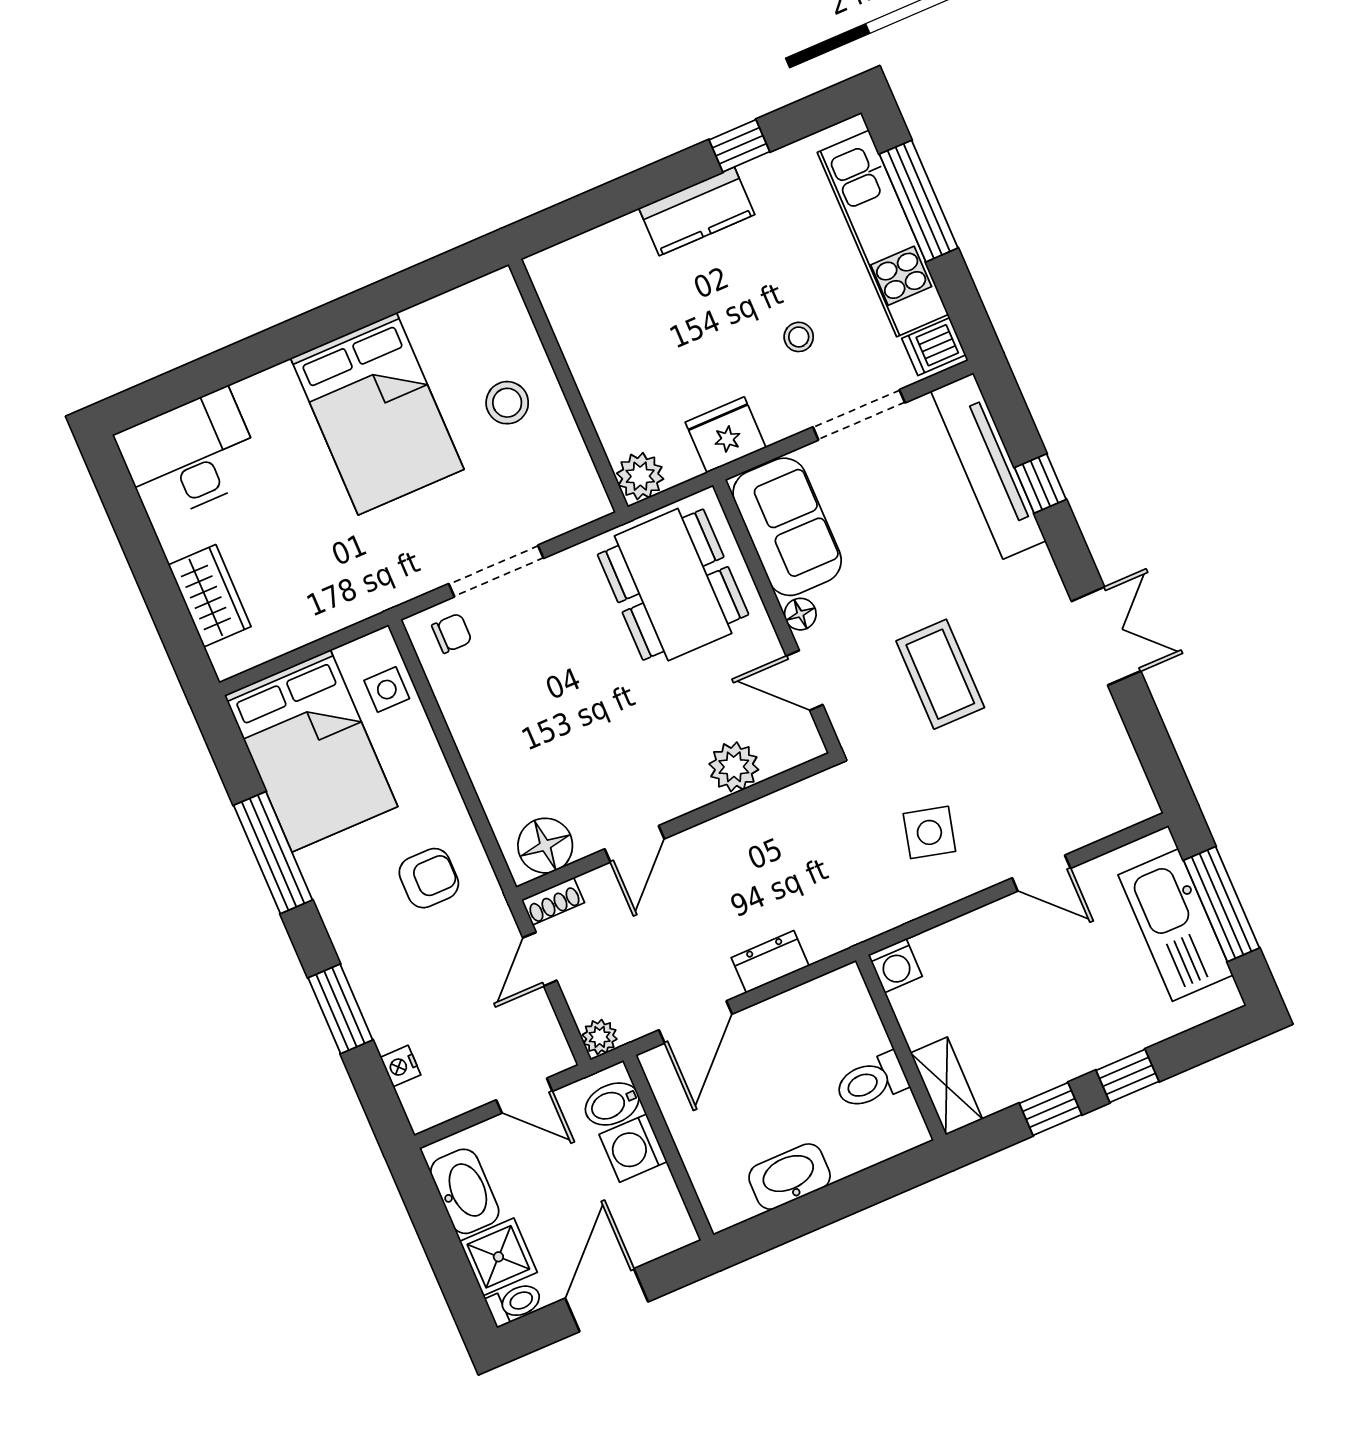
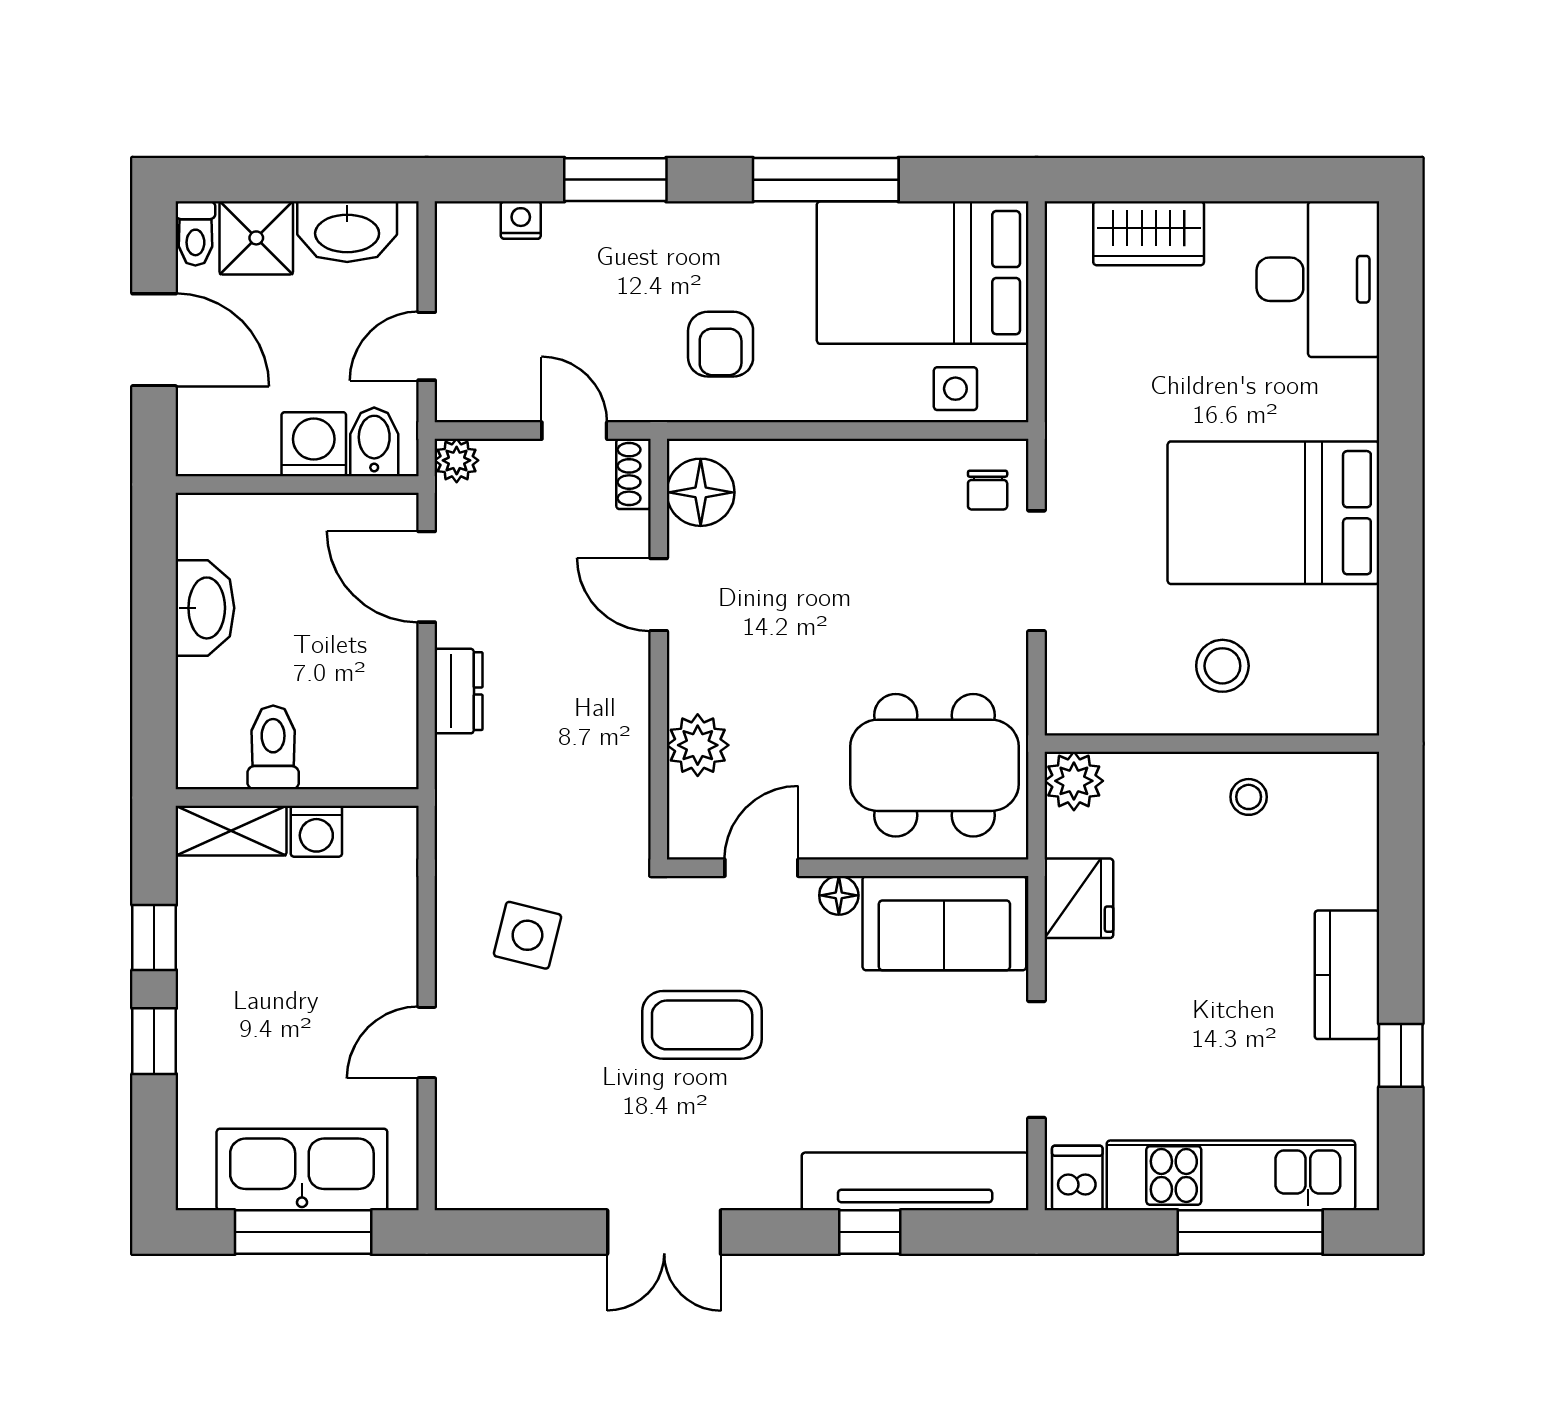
stool: (799, 337) -> (1249, 797), moved
washing machine: (895, 966) -> (316, 831), moved, turned -90

